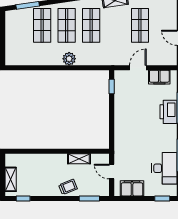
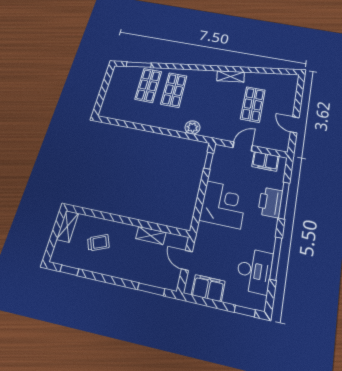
shop shelf: (91, 25) -> (200, 95), removed
plant: (69, 59) -> (192, 127), moved
corner desk: (131, 122) -> (223, 205), added
shelving: (11, 179) -> (67, 226), moved
trolley: (68, 187) -> (98, 243), moved

